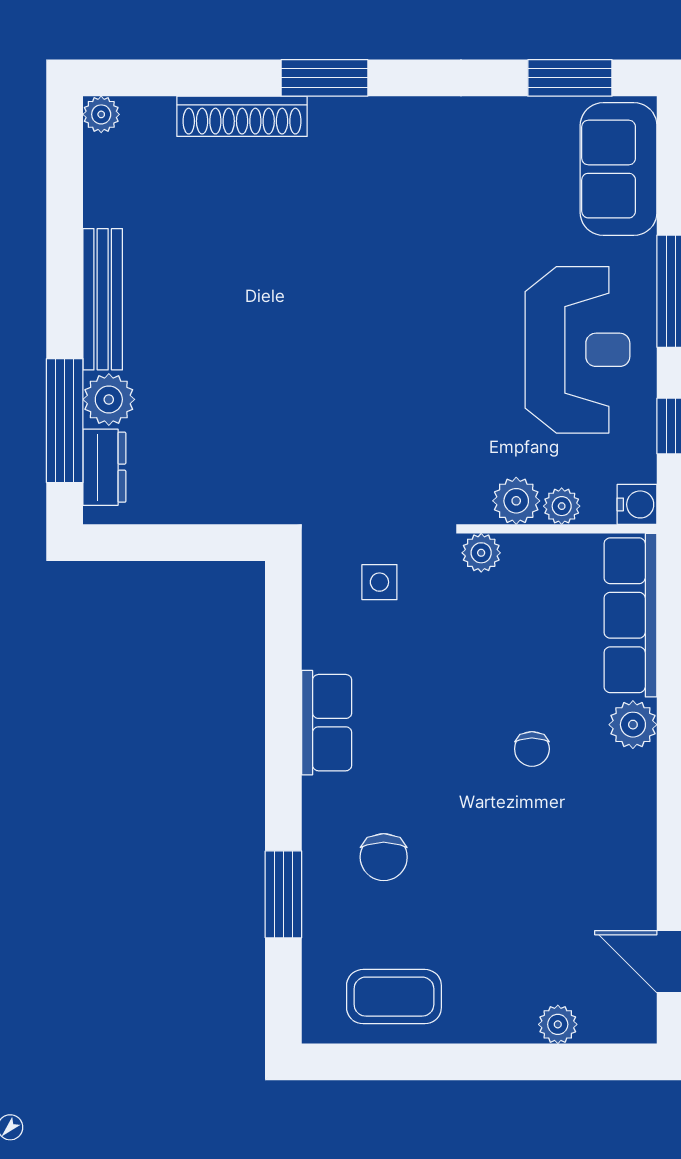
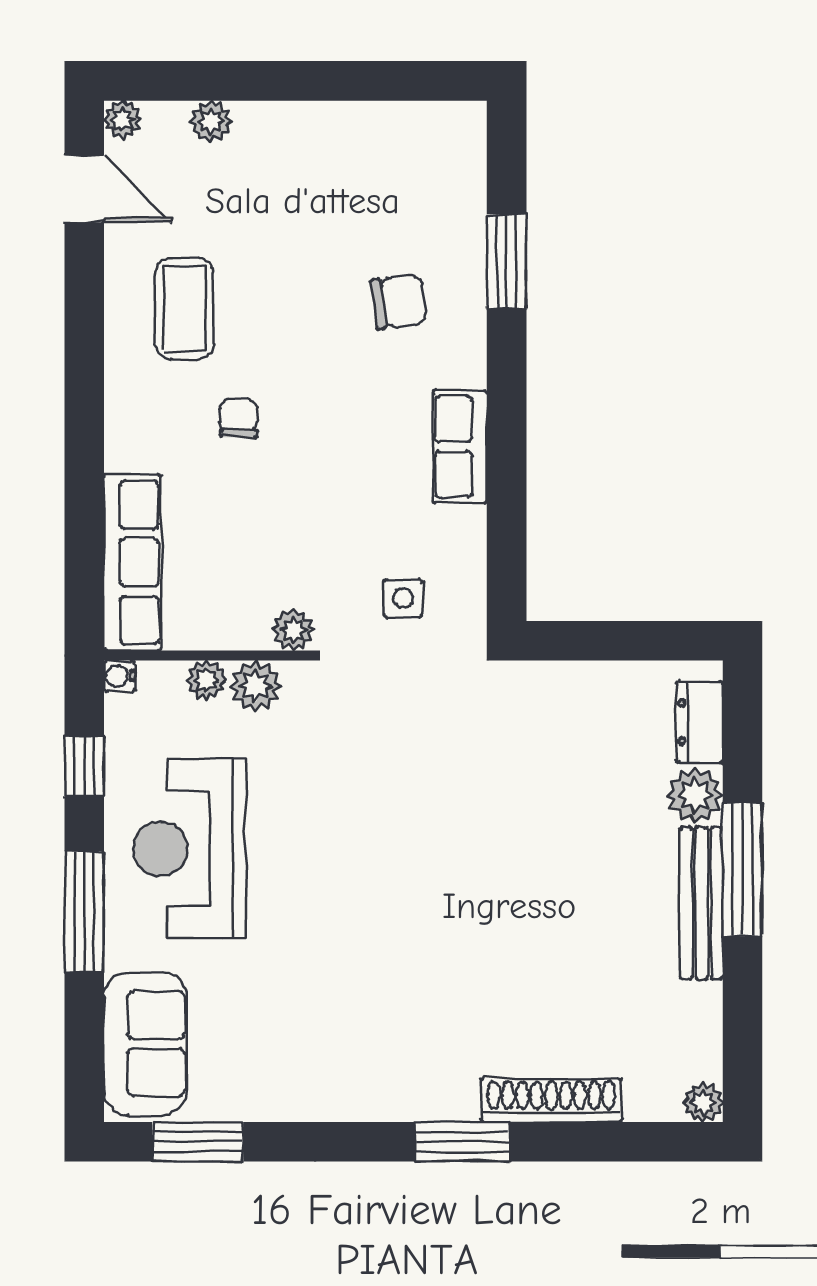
window: (65, 421) -> (742, 869), moved
water cooler: (637, 504) -> (119, 676), width x0.72, depth x0.72
plant: (633, 725) -> (123, 119), moved, width x0.73, depth x0.73
chair: (384, 857) -> (398, 302), turned 83
coffee table: (394, 997) -> (185, 309), moved, turned 90

